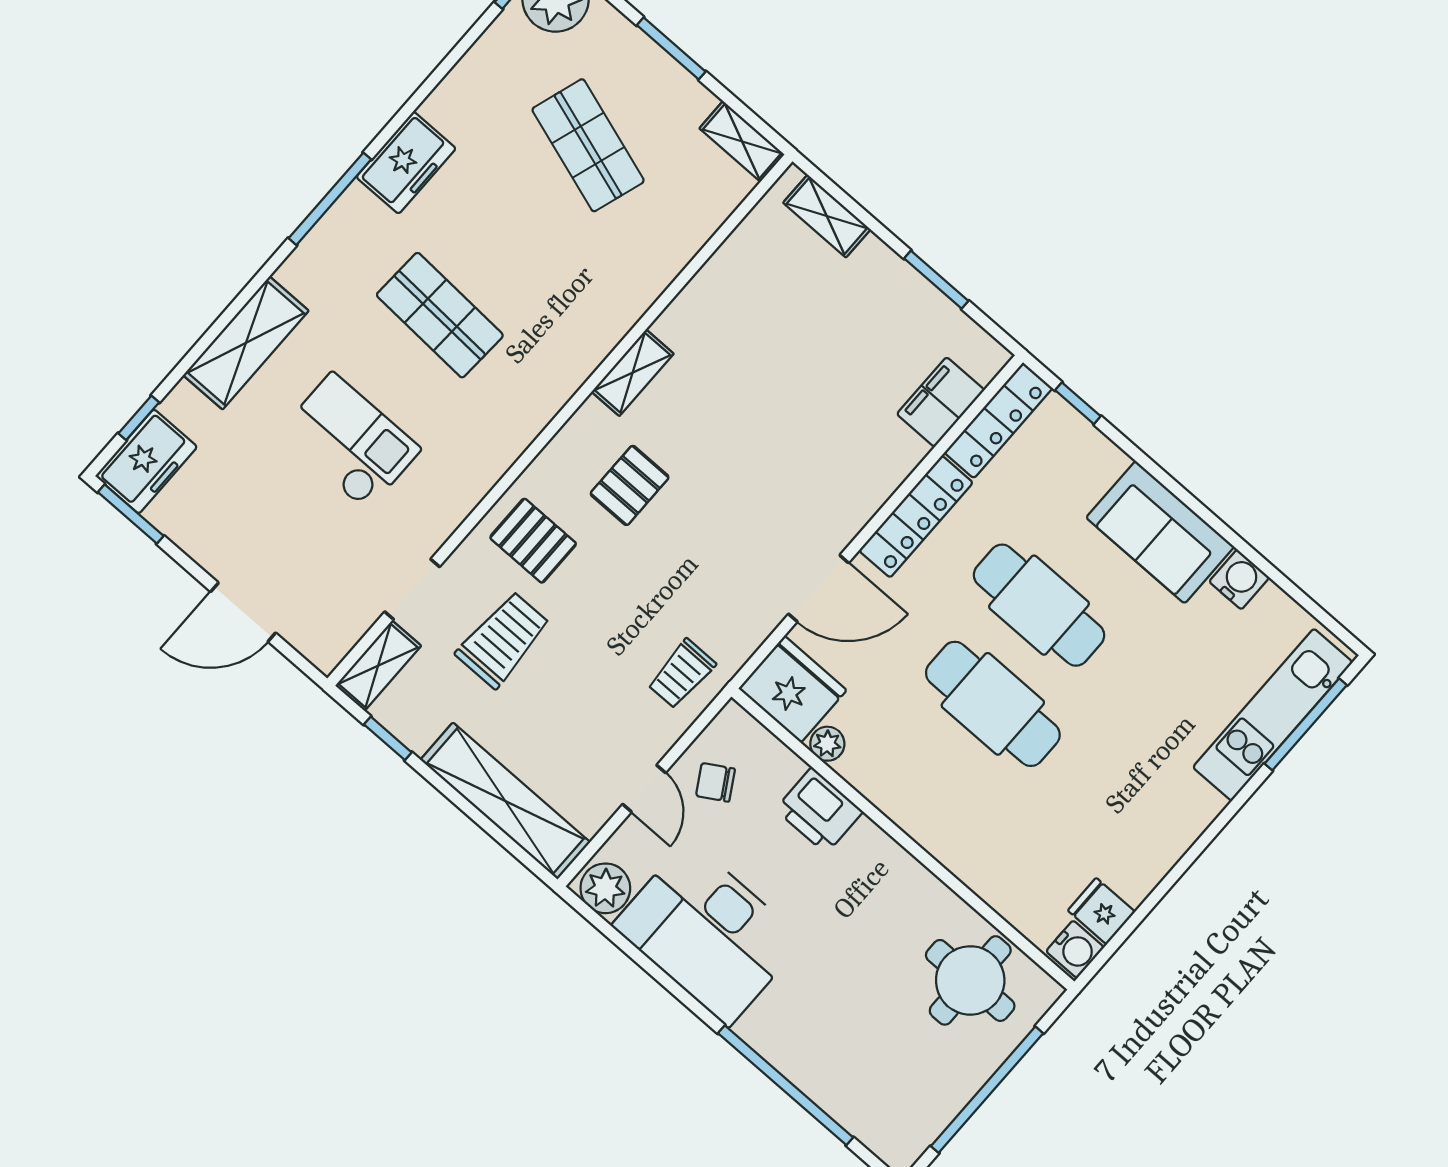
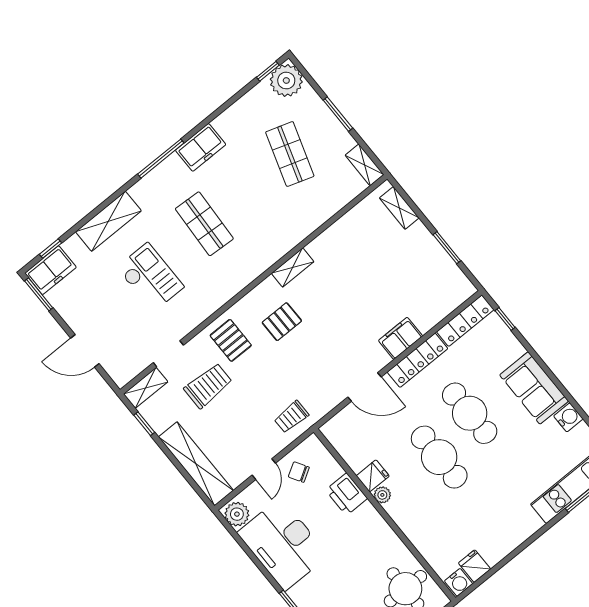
filing cabinet: (941, 402) -> (401, 338), moved
fridge: (793, 689) -> (373, 476), moved, width x0.53, depth x0.75
plant: (827, 744) -> (382, 495), moved

